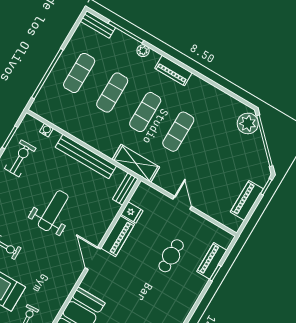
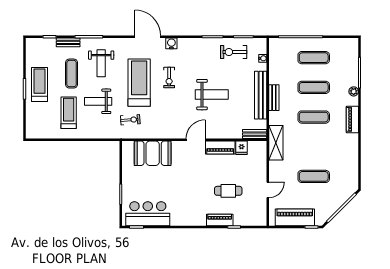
bench: (98, 24) -> (274, 98), moved
plant: (248, 123) -> (346, 190), removed
exercise mat: (178, 132) -> (314, 176), moved
exercise bike: (20, 158) -> (234, 52), turned 180
shelving: (136, 163) -> (276, 143), moved
piano: (247, 200) -> (295, 217), width x1.37, depth x1.33
door: (182, 203) -> (268, 190), moved
piano: (212, 261) -> (220, 220), moved

